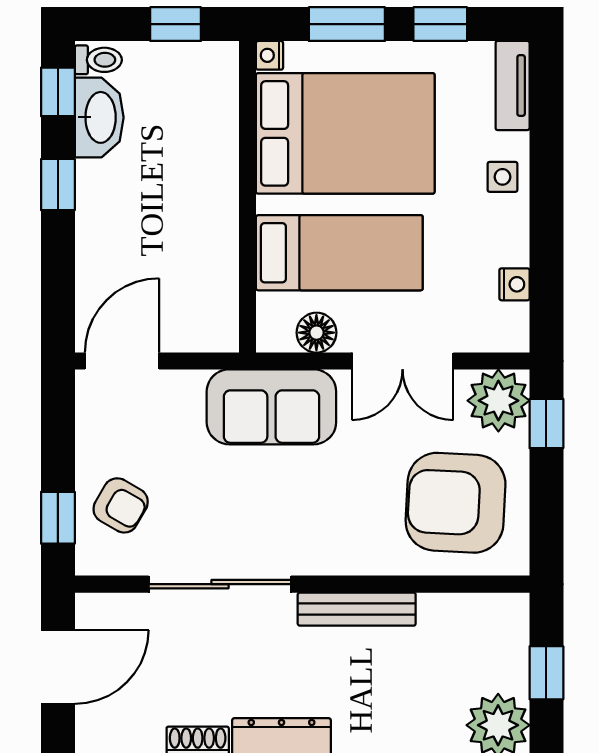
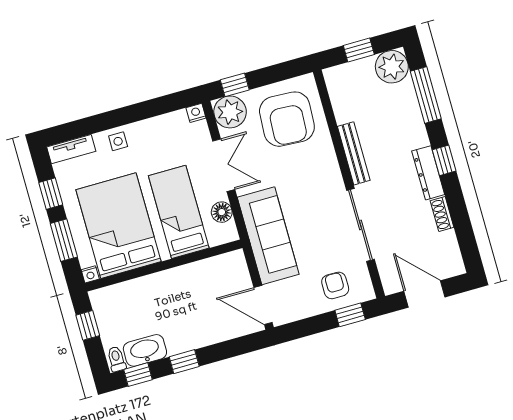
nightstand: (514, 284) -> (196, 113), moved
sofa: (271, 407) -> (268, 236), width x1.36
armchair: (121, 505) -> (335, 285), turned -30

